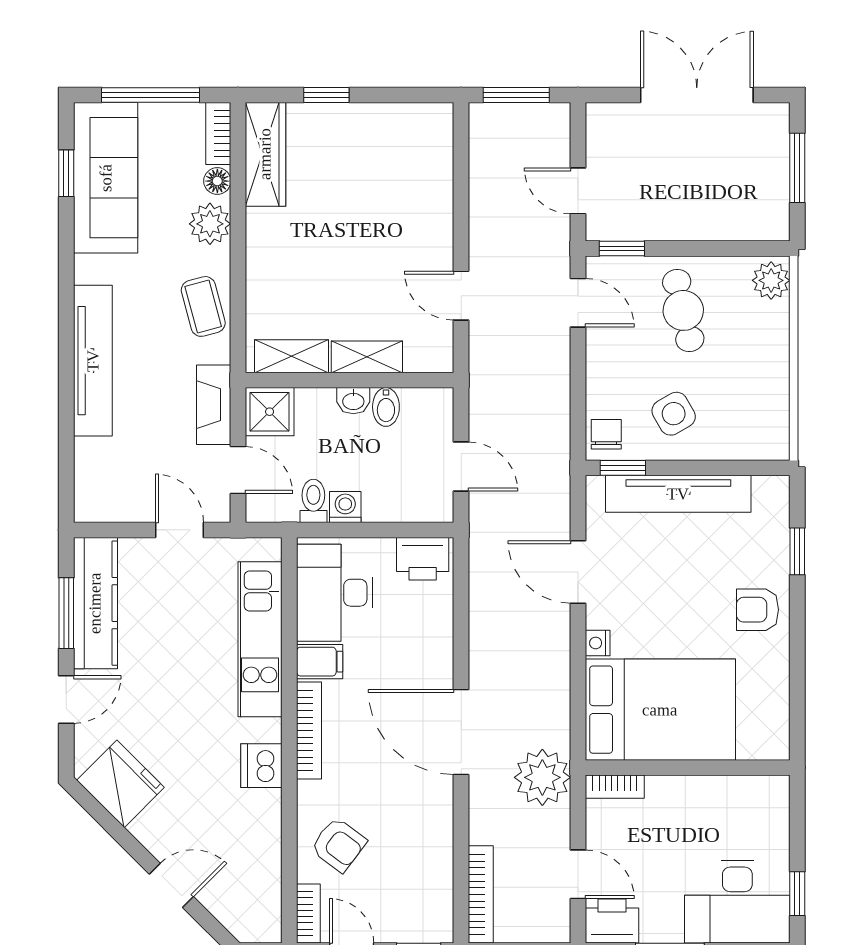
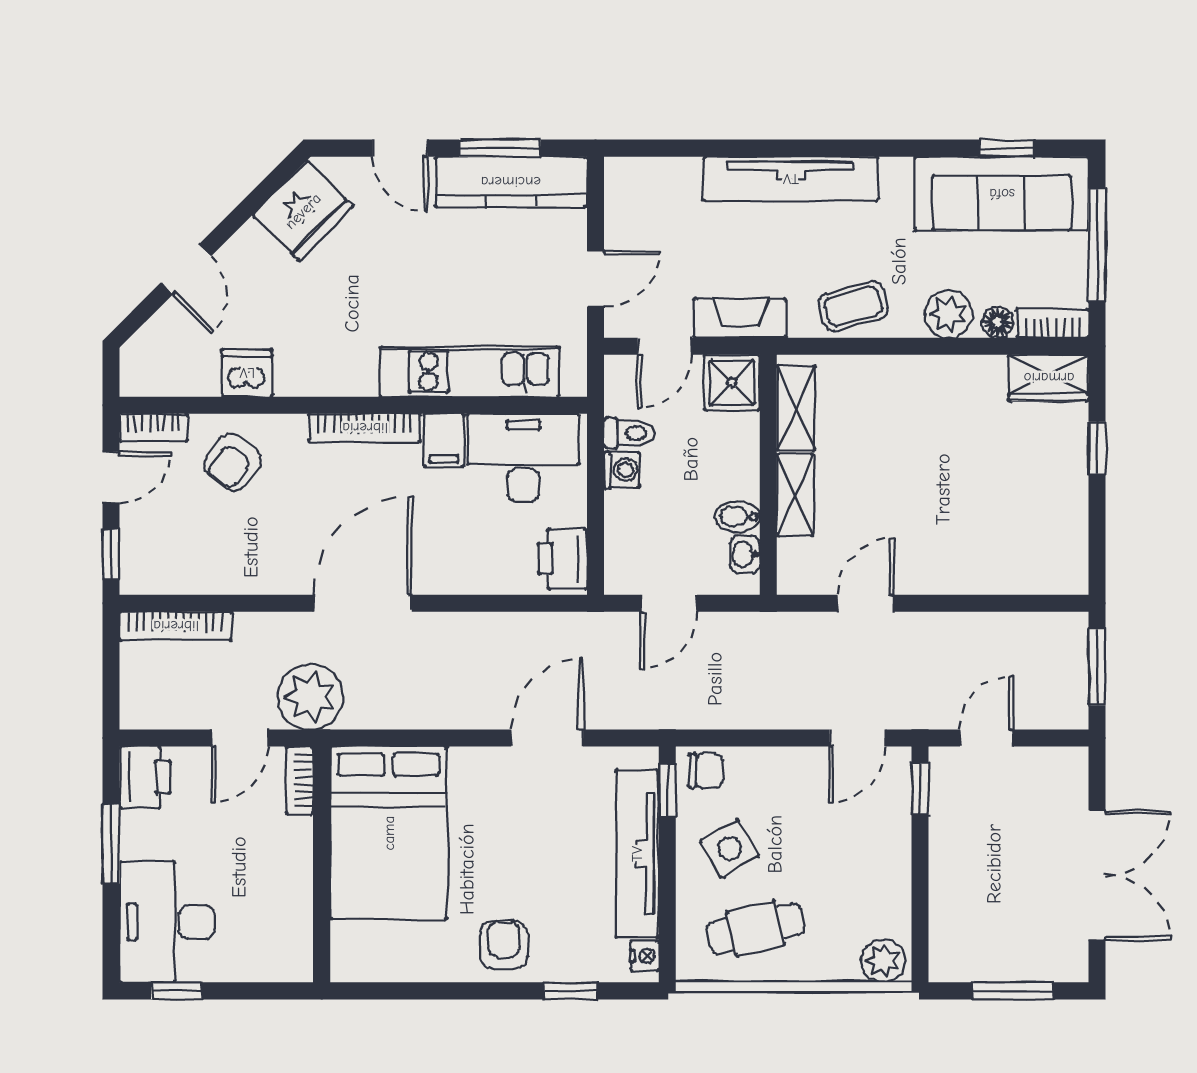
wardrobe: (265, 154) -> (1049, 378), width x0.67
cafe table: (683, 310) -> (755, 929), moved
washbasin: (353, 401) -> (745, 554), moved
nightstand: (598, 643) -> (645, 956), moved, turned 90
dishwasher: (261, 766) -> (247, 373), moved
door: (578, 874) -> (240, 738), moved

